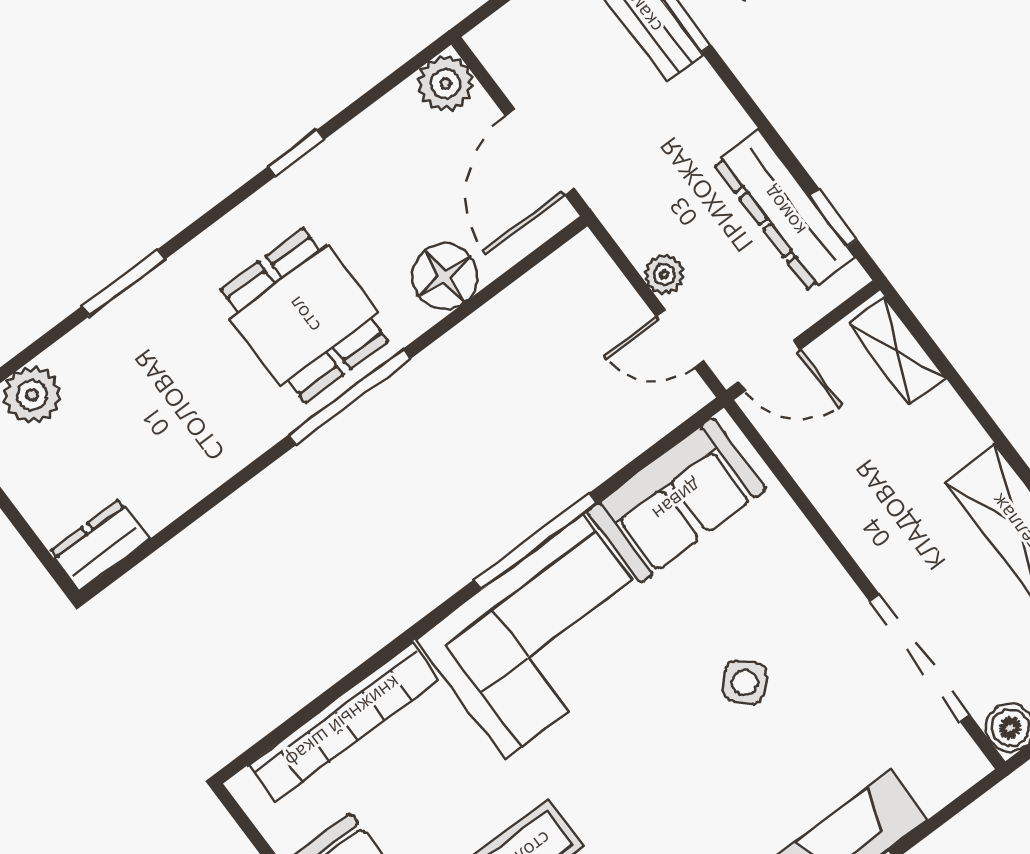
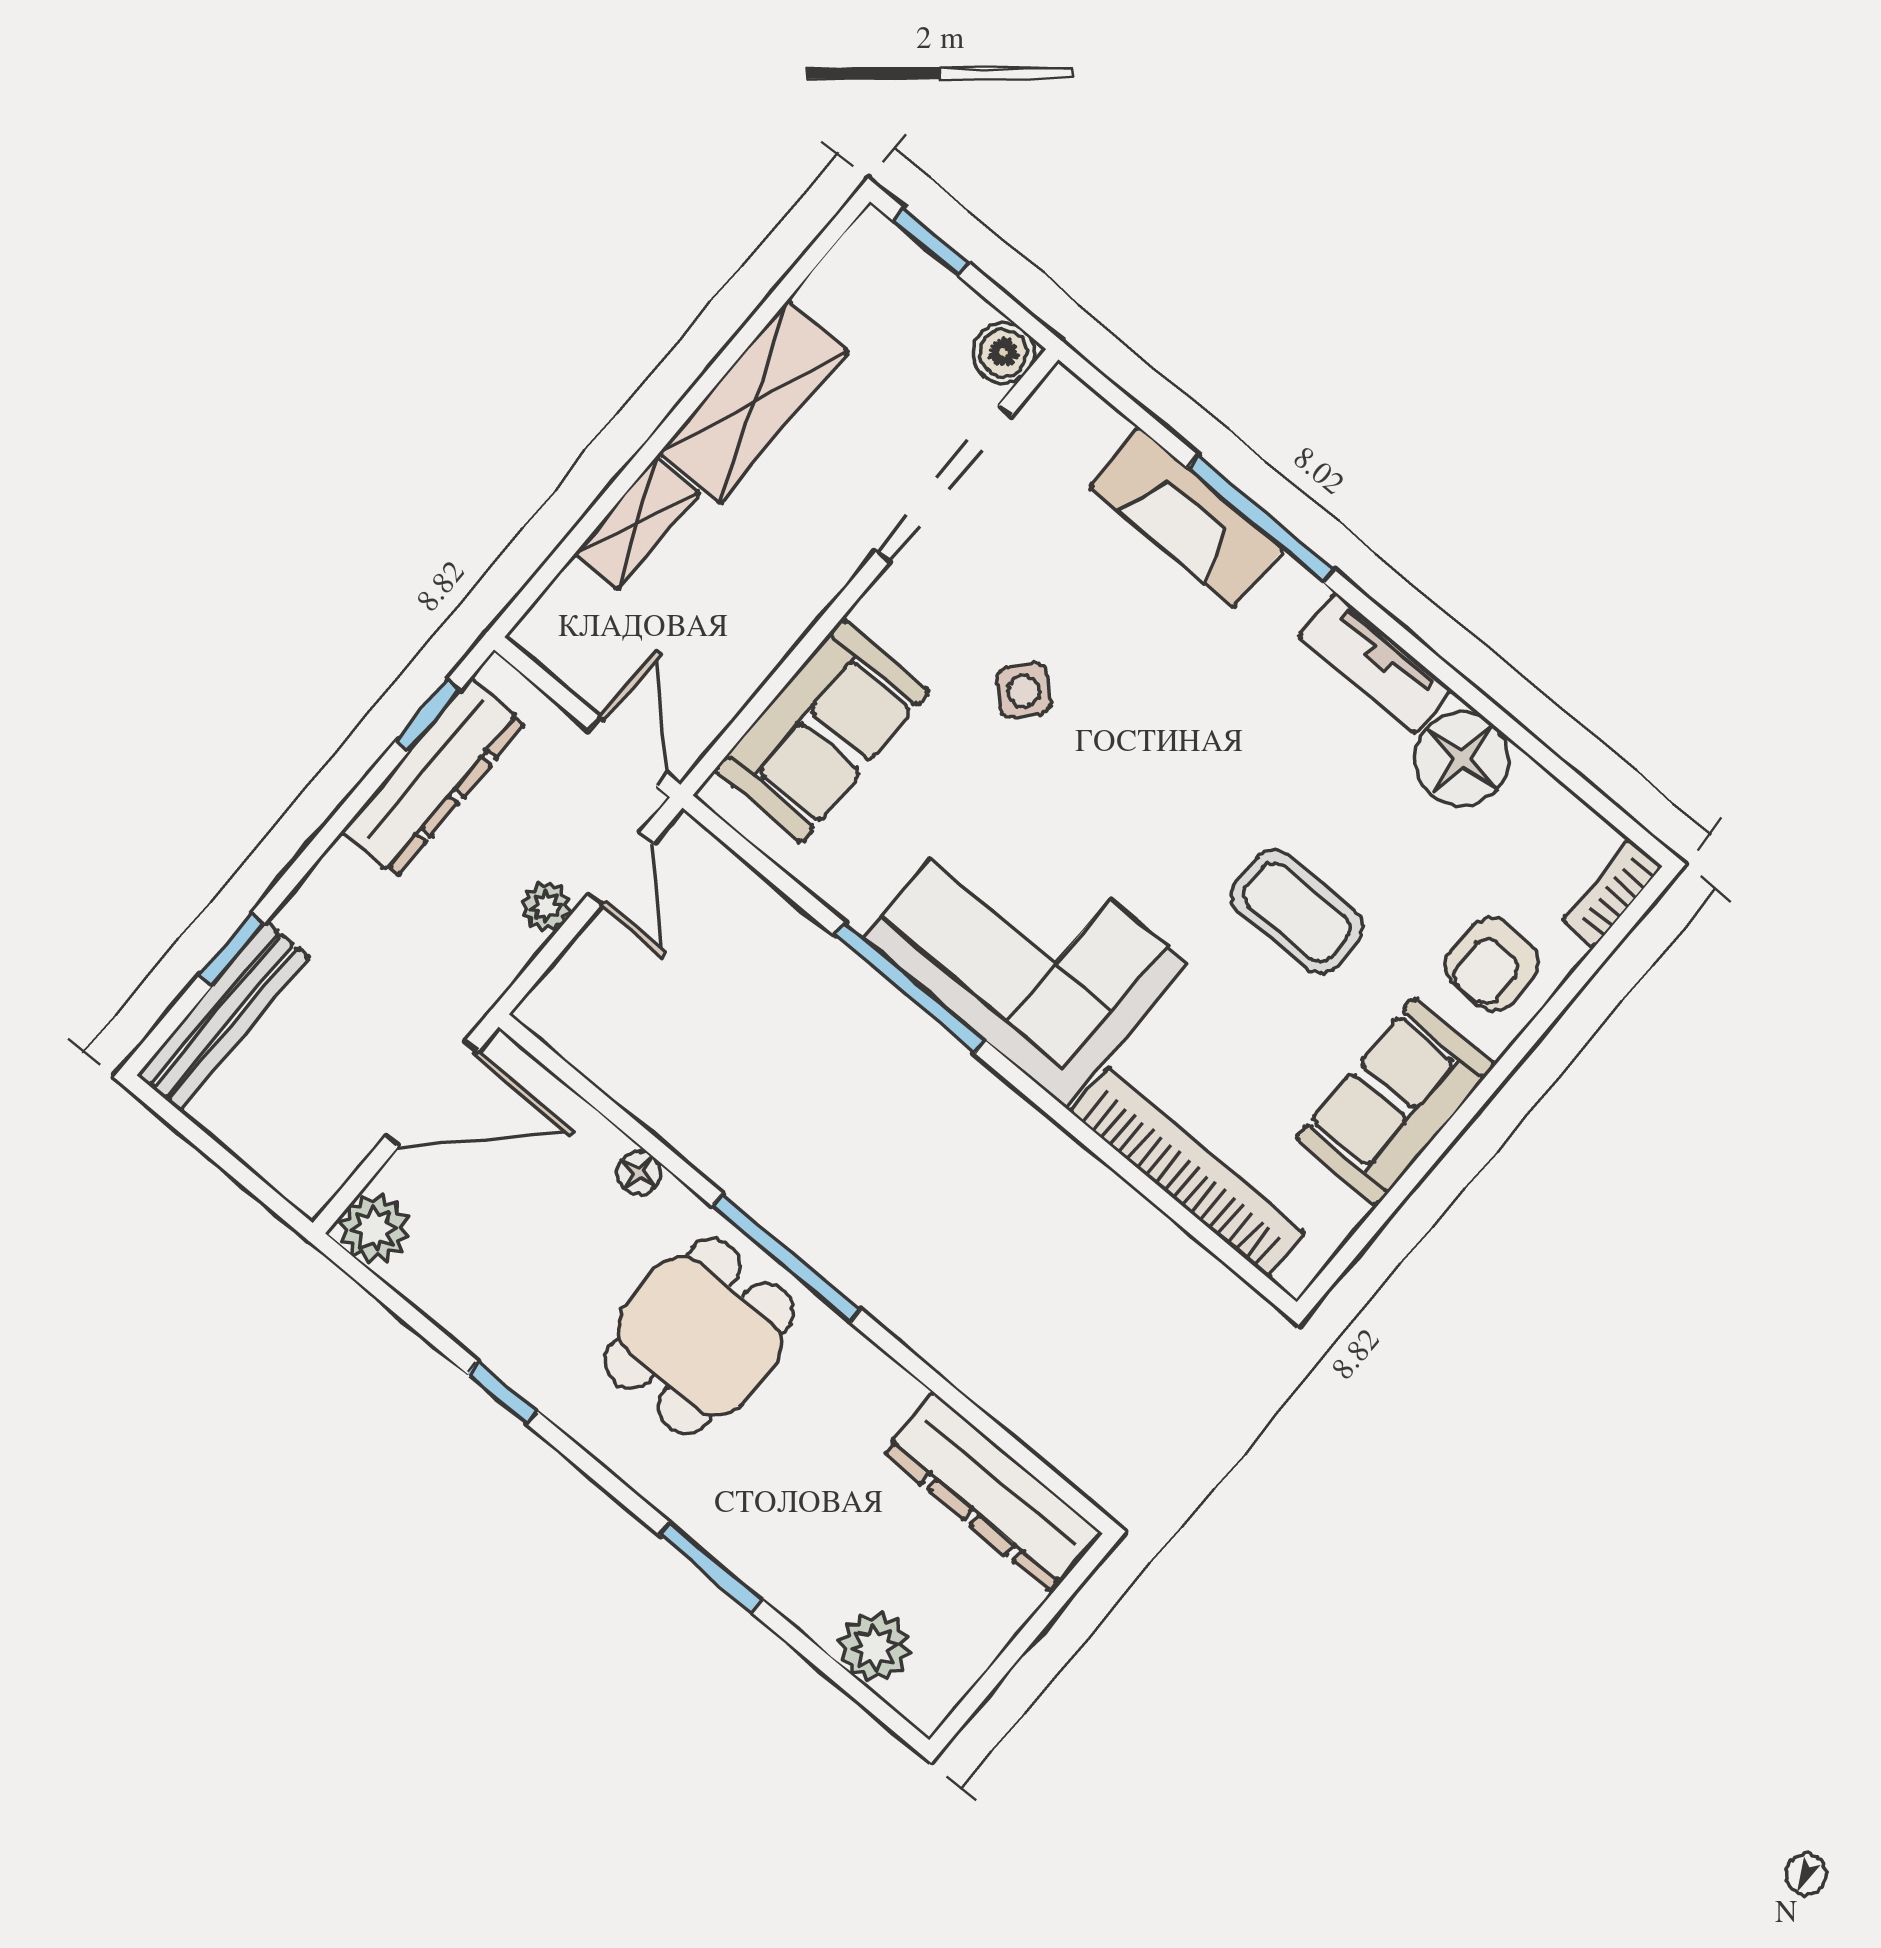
floor lamp: (445, 276) -> (639, 1173), width x0.53, depth x0.53
shelving: (897, 351) -> (637, 524), moved
sofa: (677, 500) -> (822, 730), moved, turned 90
dresser: (100, 545) -> (992, 1493), width x1.96, depth x1.24

